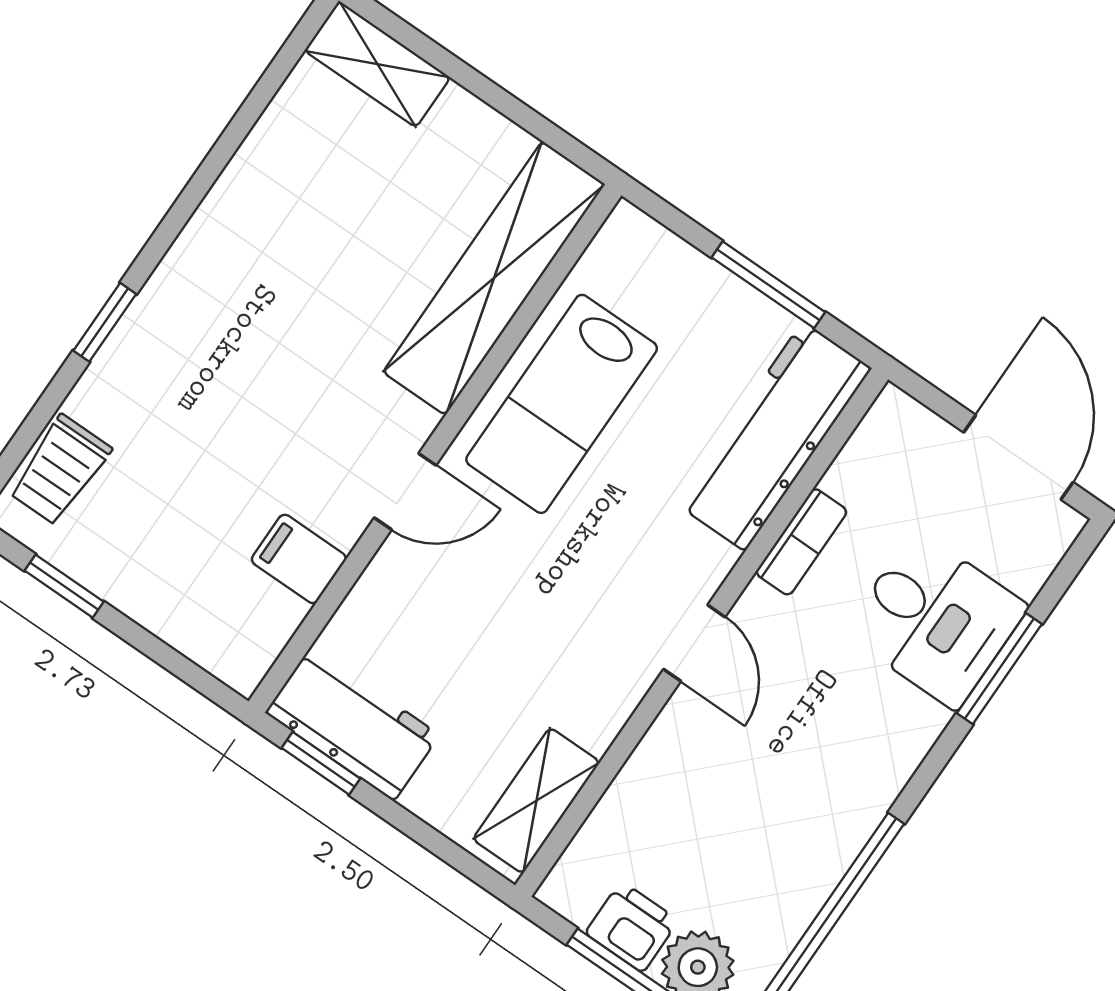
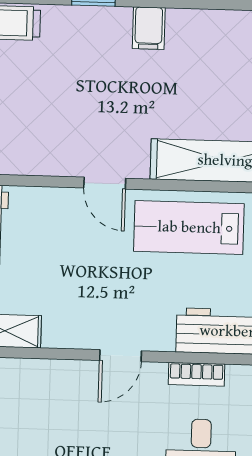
filing cabinet: (299, 559) -> (149, 28), moved, turned 180

